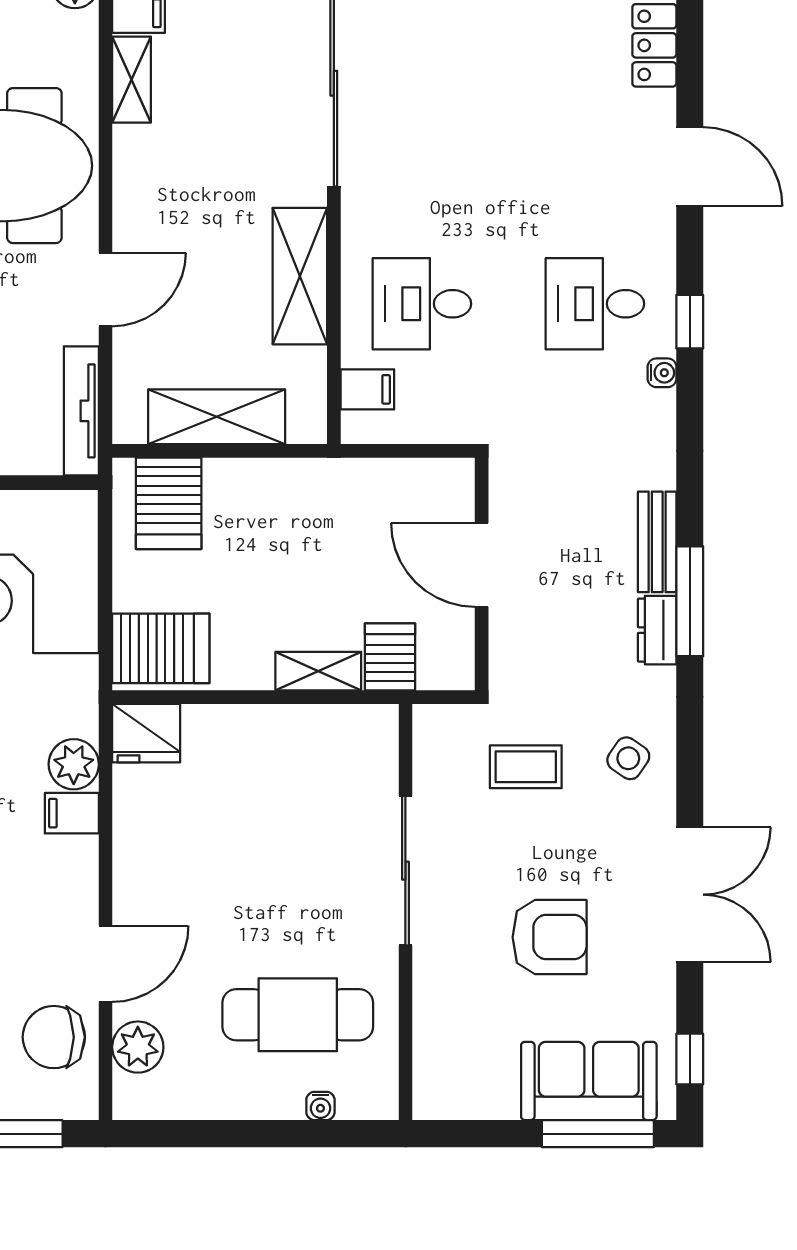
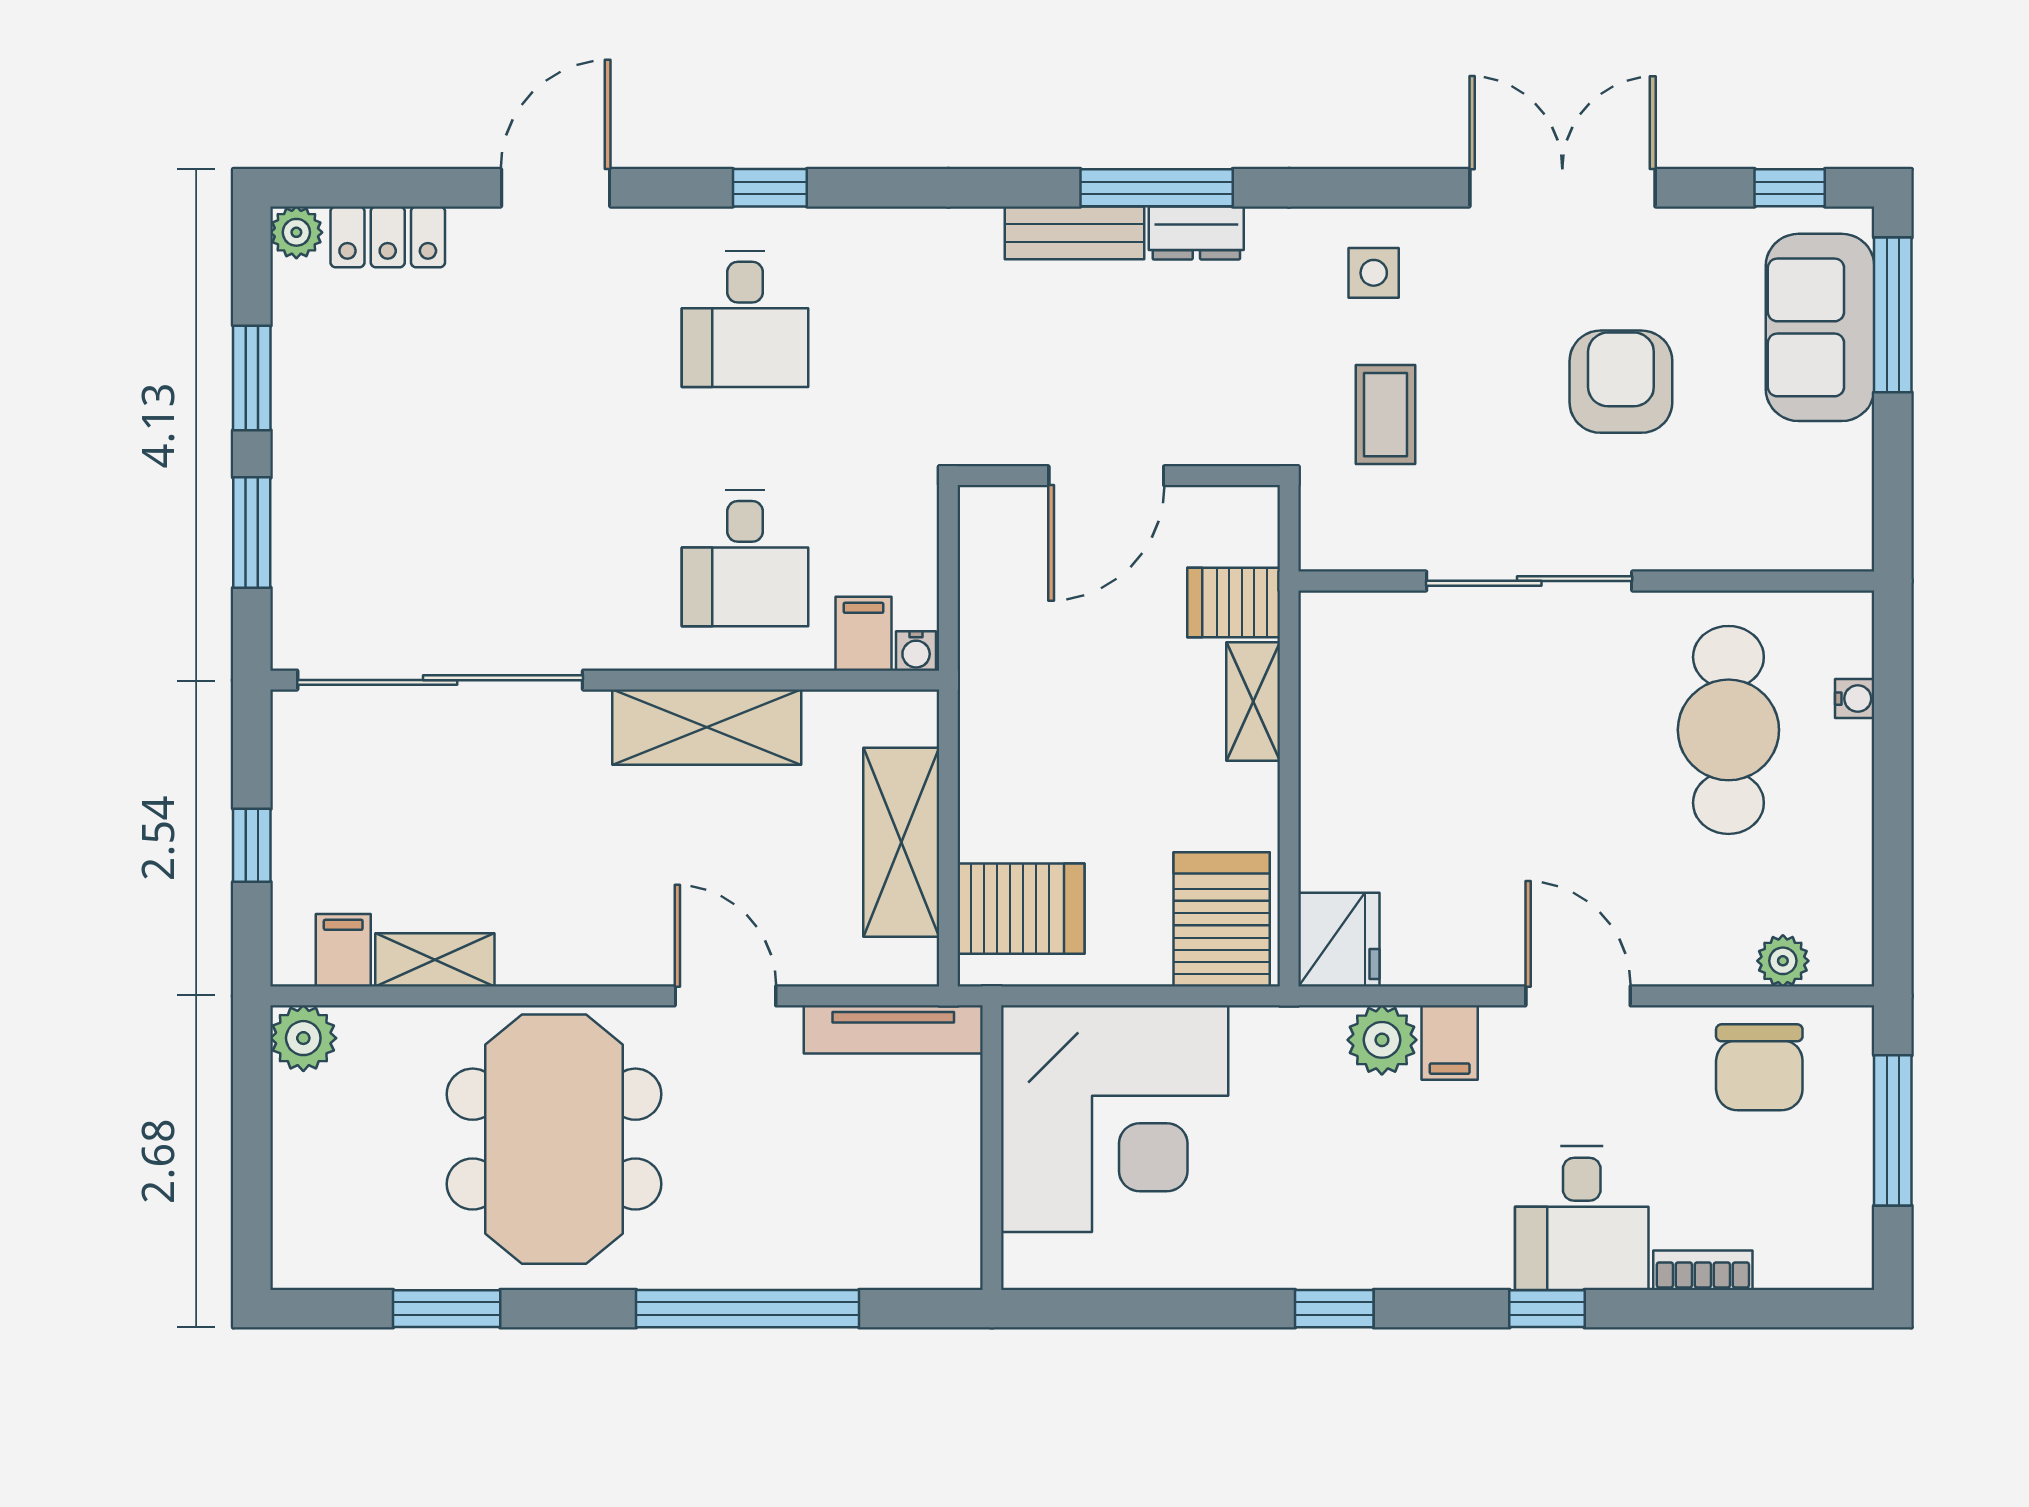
water cooler: (662, 373) -> (916, 651), moved, turned 180
side table: (628, 758) -> (1374, 273), turned -34
door: (106, 964) -> (1578, 996), moved
plant: (138, 1047) -> (1783, 961), width x0.73, depth x0.73

